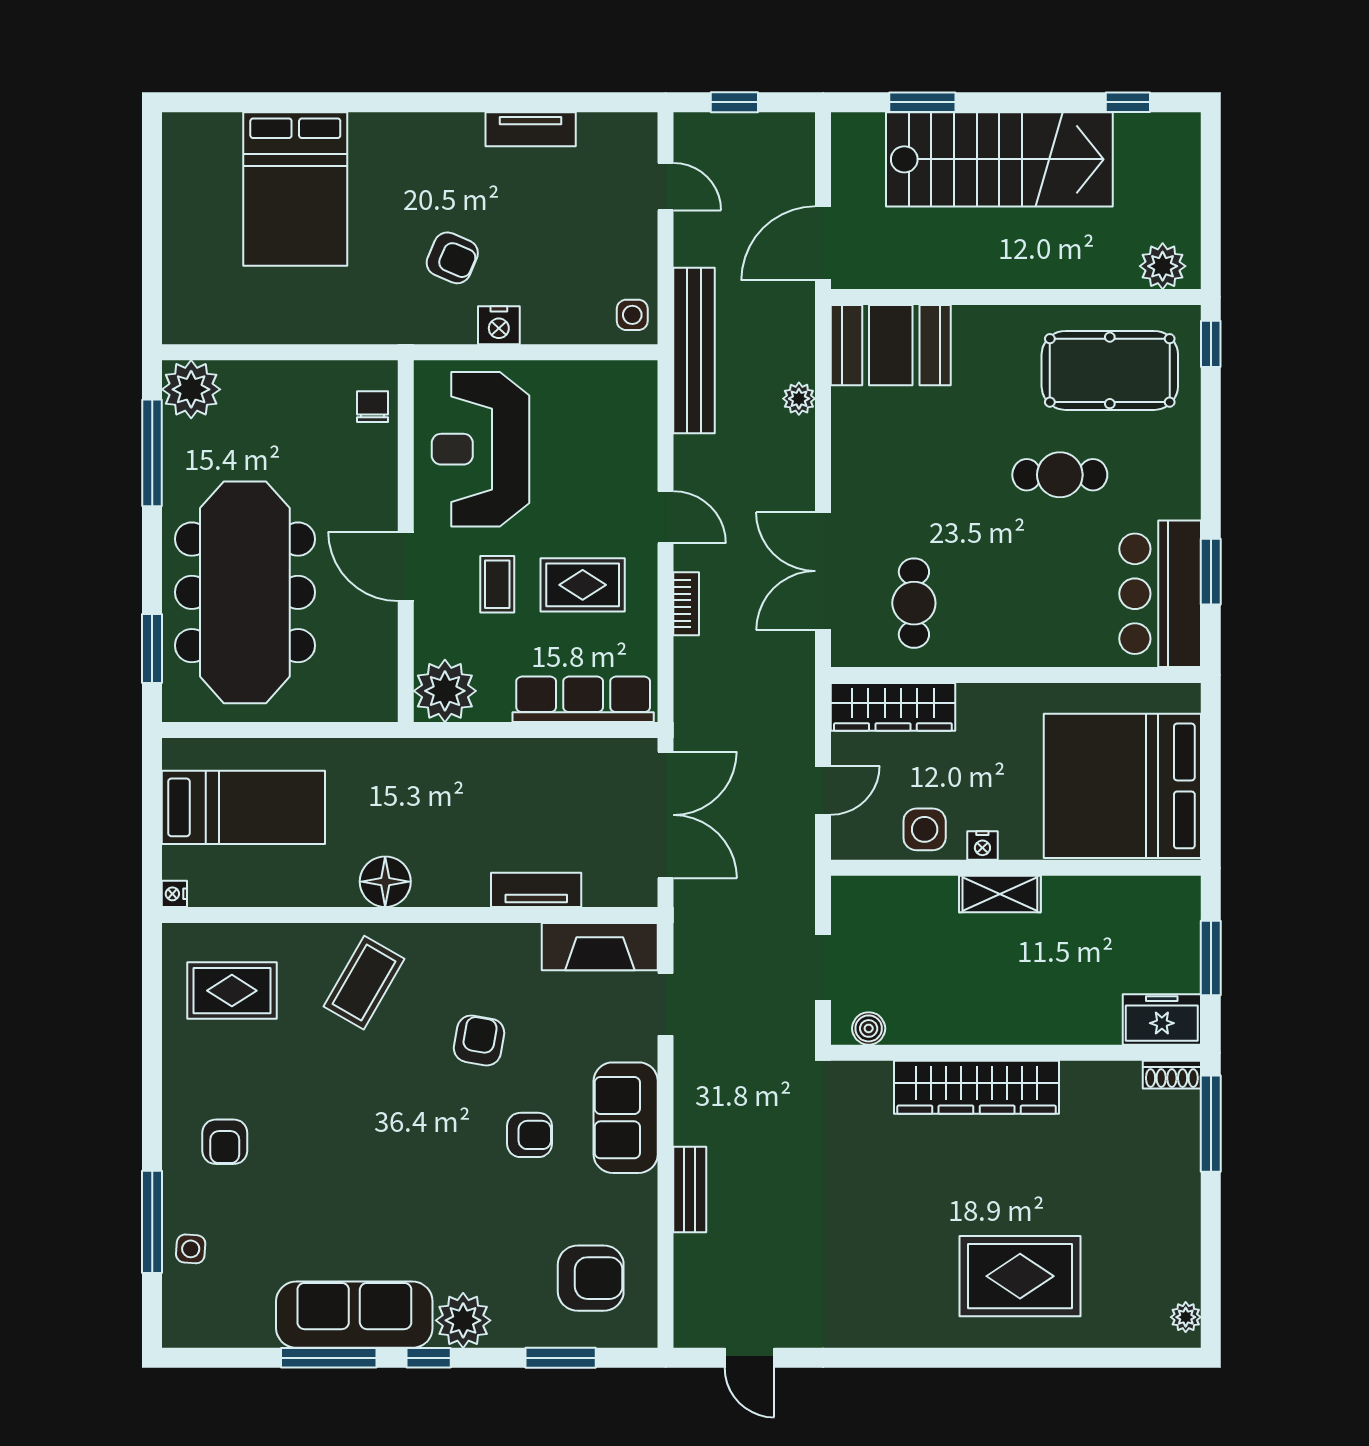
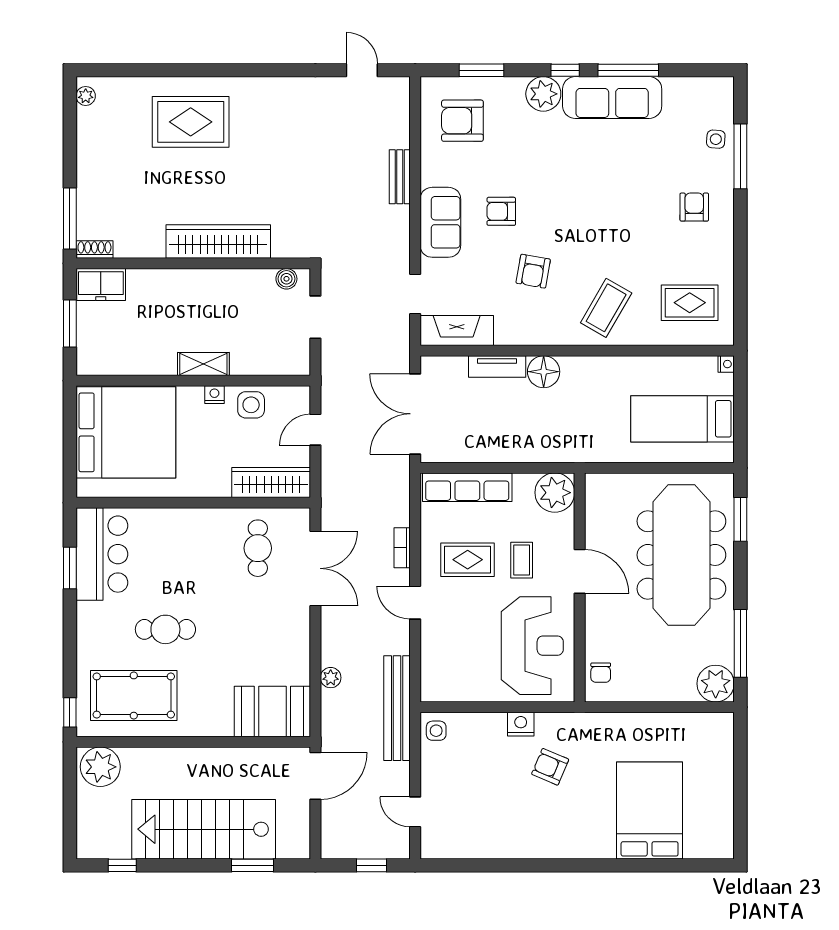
tv unit: (531, 129) -> (501, 848), removed
plant: (1163, 266) -> (100, 767), width x1.36, depth x1.36
floor lamp: (385, 882) -> (544, 372), moved

